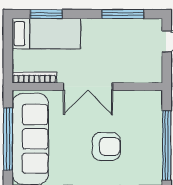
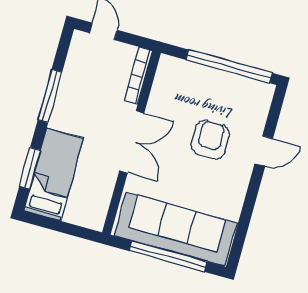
window: (123, 14) -> (50, 96), moved
bookcase: (34, 78) -> (138, 75), moved

